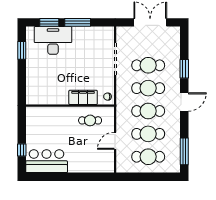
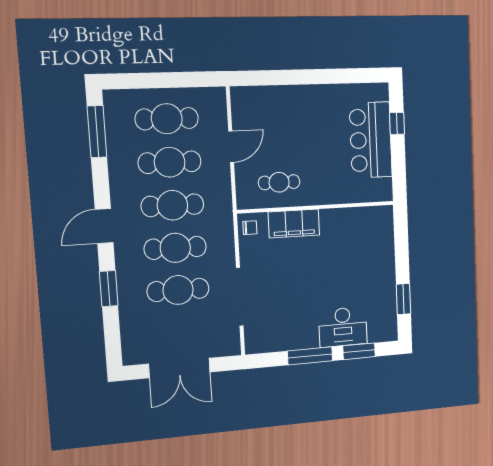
desk: (53, 40) -> (343, 327), width x0.73, depth x0.77
bar counter: (47, 161) -> (371, 140), moved, turned 90

